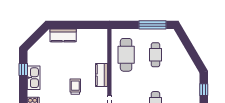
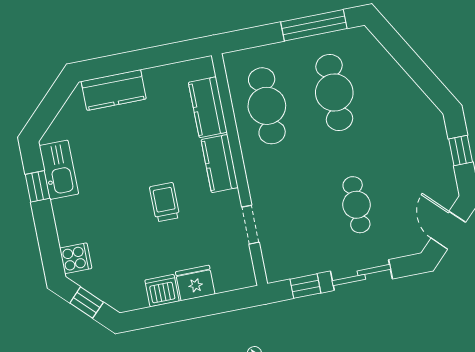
kitchen counter: (101, 50) -> (208, 107), added
cafe table: (155, 55) -> (334, 92), width x1.37, depth x1.35
kitchen sink: (34, 78) -> (59, 170), moved

